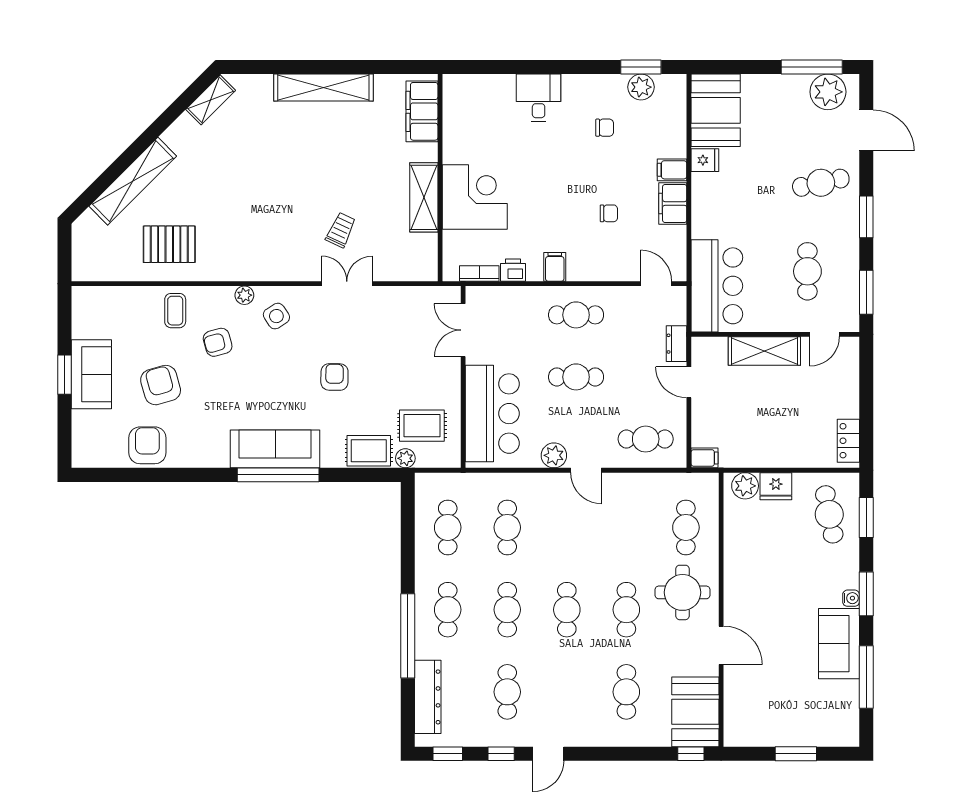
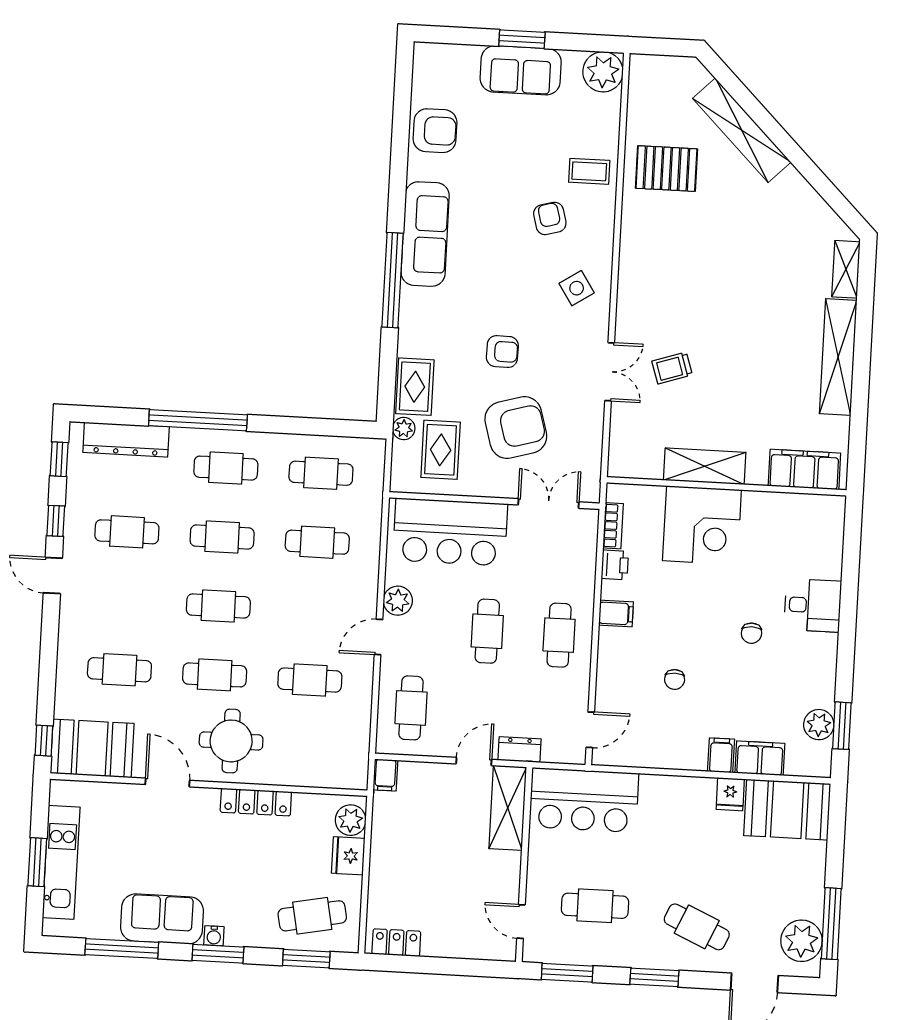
shelving: (211, 100) -> (846, 269), moved, turned 45
chair: (605, 128) -> (751, 633), moved
cafe table: (821, 183) -> (697, 927), turned -54
filing cabinet: (673, 203) -> (760, 758), moved
trolley: (341, 230) -> (672, 368), turned 137
pallet: (169, 244) -> (666, 169), turned 90
plant: (244, 295) -> (603, 72), moved, width x1.88, depth x1.88
shelving: (764, 351) -> (508, 808), moved
armchair: (161, 385) -> (516, 428), moved, width x1.36, depth x1.36
sofa: (275, 449) -> (425, 234), moved
cafe table: (686, 527) -> (310, 680), moved
locker: (734, 568) -> (256, 802), added
door: (721, 645) -> (167, 782), swing flipped
kitchen unit: (795, 733) -> (61, 862), added

